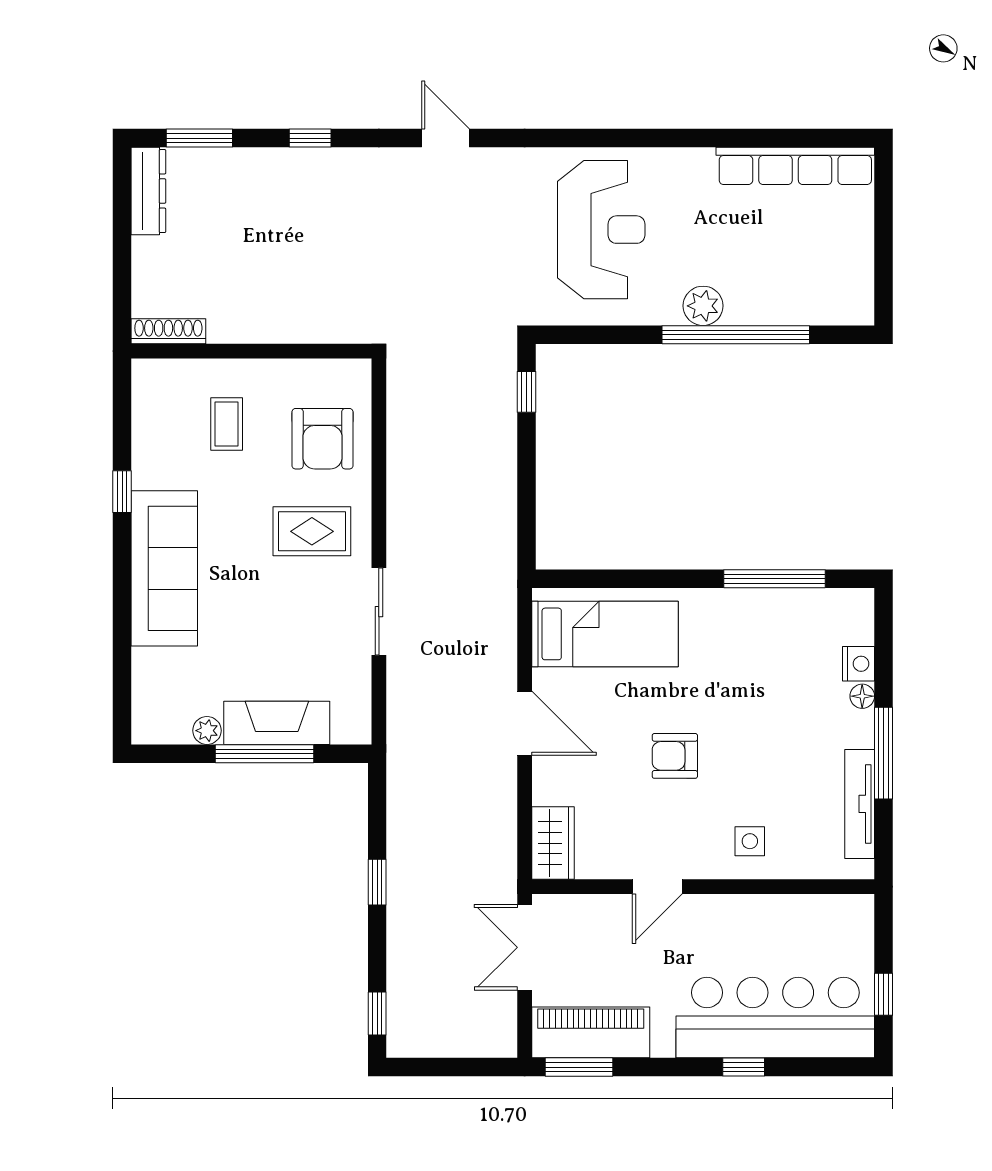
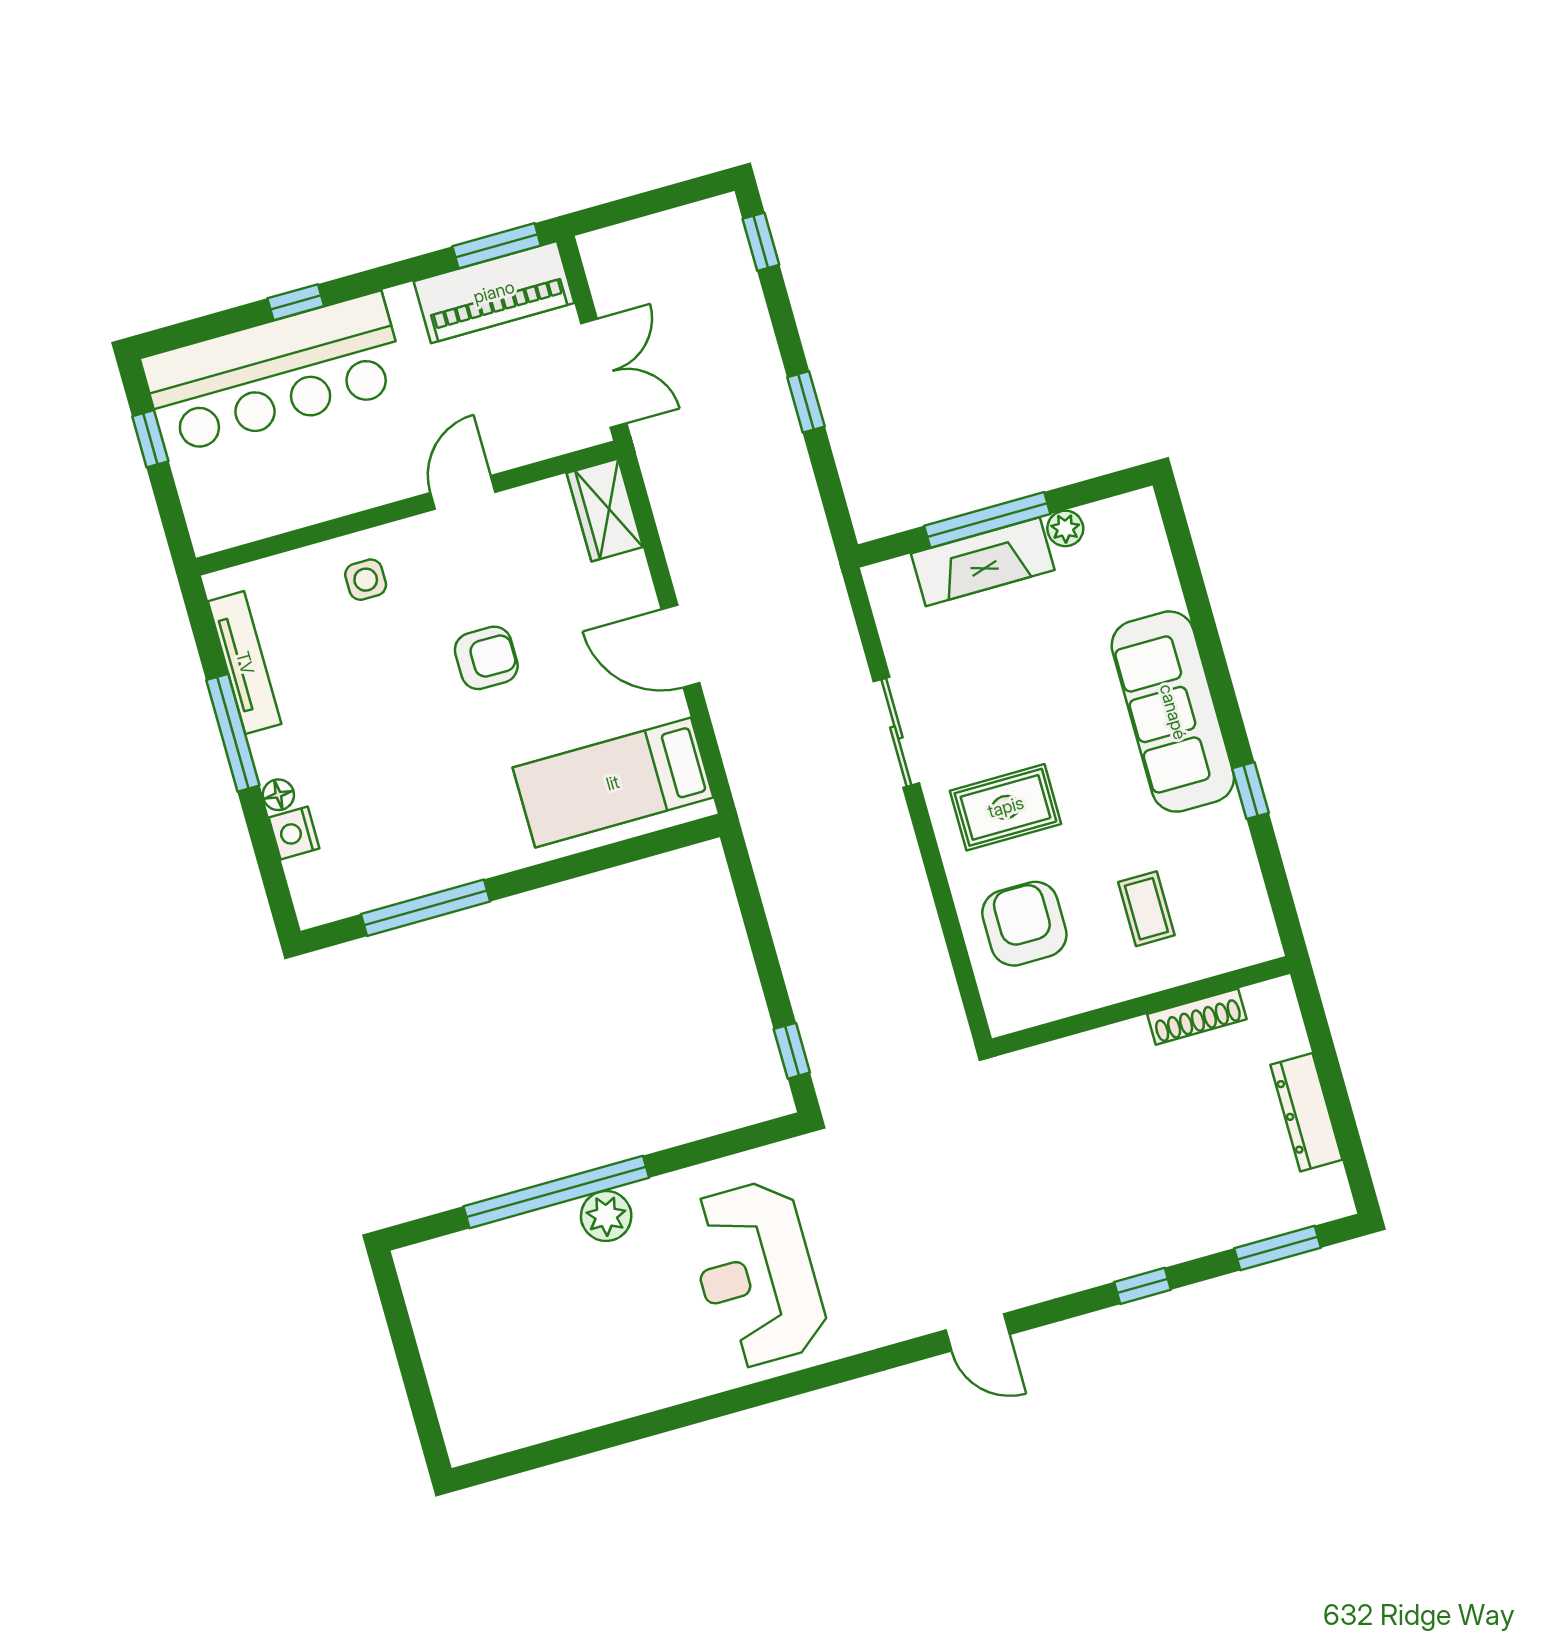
row of seats: (795, 166) -> (542, 1418), removed
dresser: (148, 191) -> (1306, 1112), moved
shoe rack: (168, 331) -> (1197, 1017), moved

